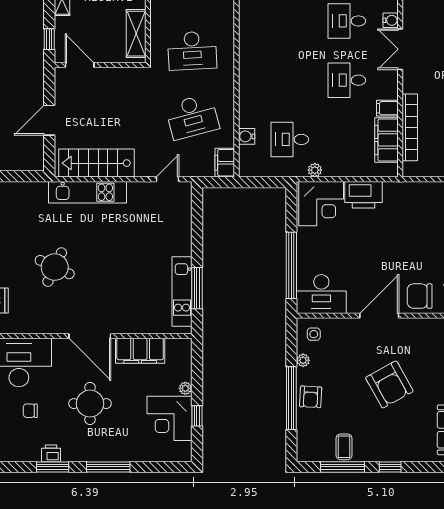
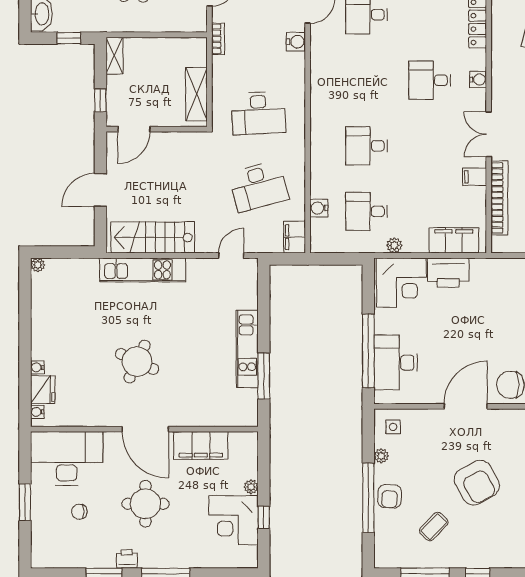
double door: (400, 49) -> (489, 134), moved
door: (80, 65) -> (134, 129), swing flipped
desk: (347, 80) -> (367, 146), moved
filing cabinet: (386, 140) -> (454, 240), moved, turned 90
round table: (55, 267) -> (137, 362), moved
kitchen unit: (182, 292) -> (247, 349), moved
desk: (321, 294) -> (396, 363), moved, turned 90
coffee table: (344, 447) -> (434, 527), moved, turned 44
printer: (51, 453) -> (127, 559), moved

